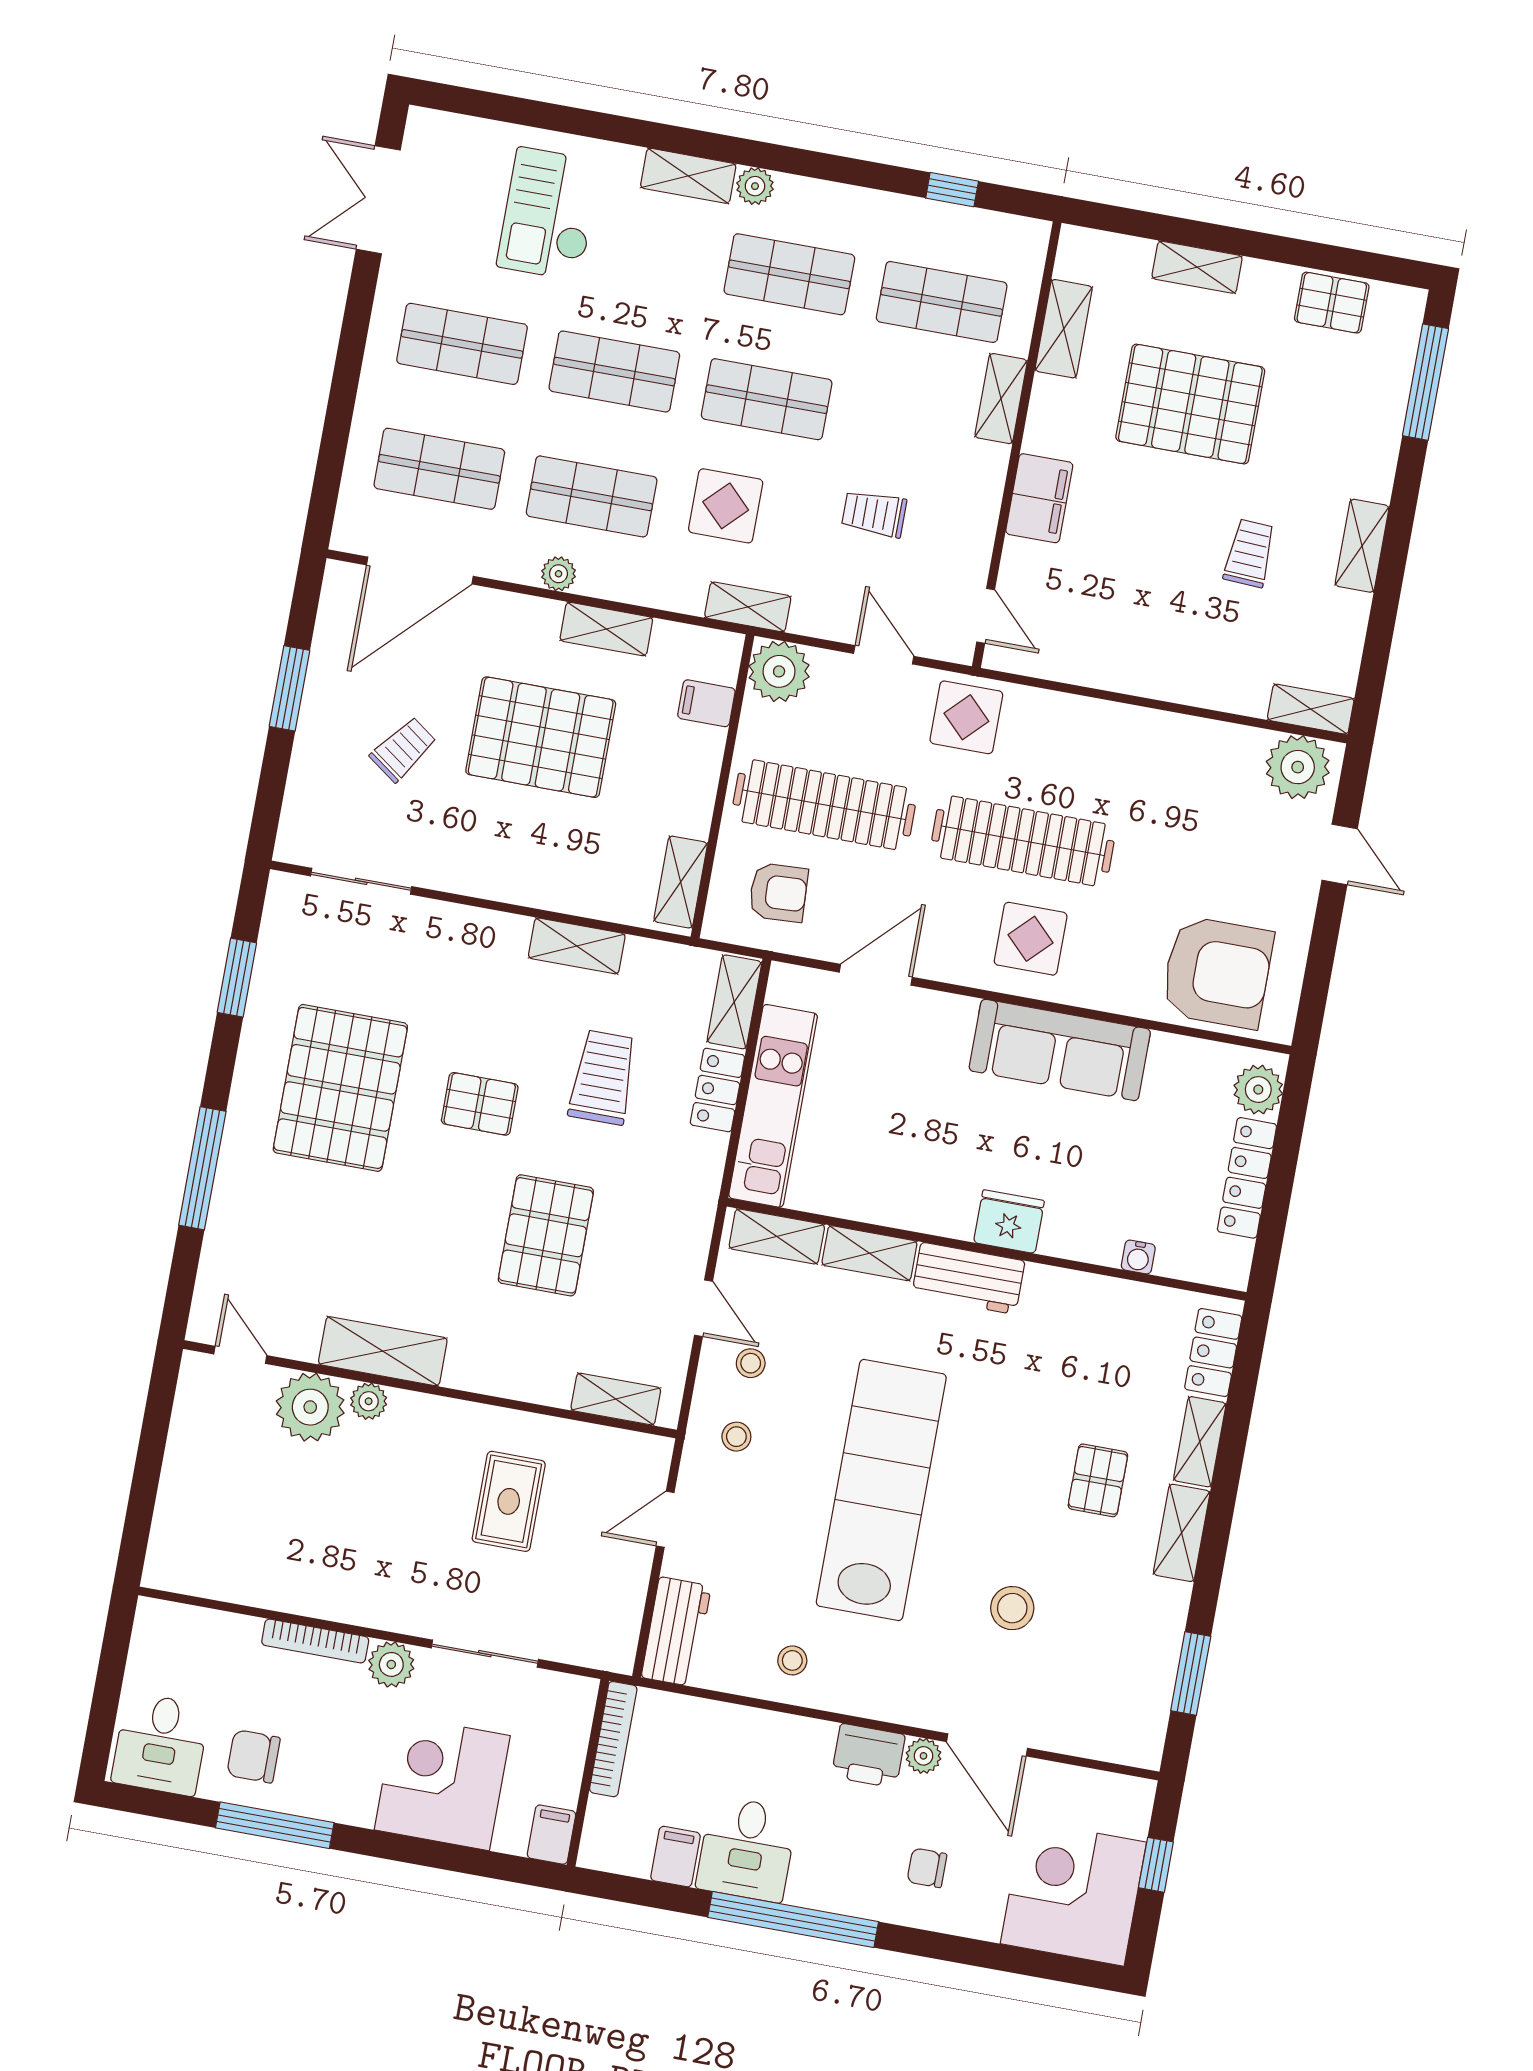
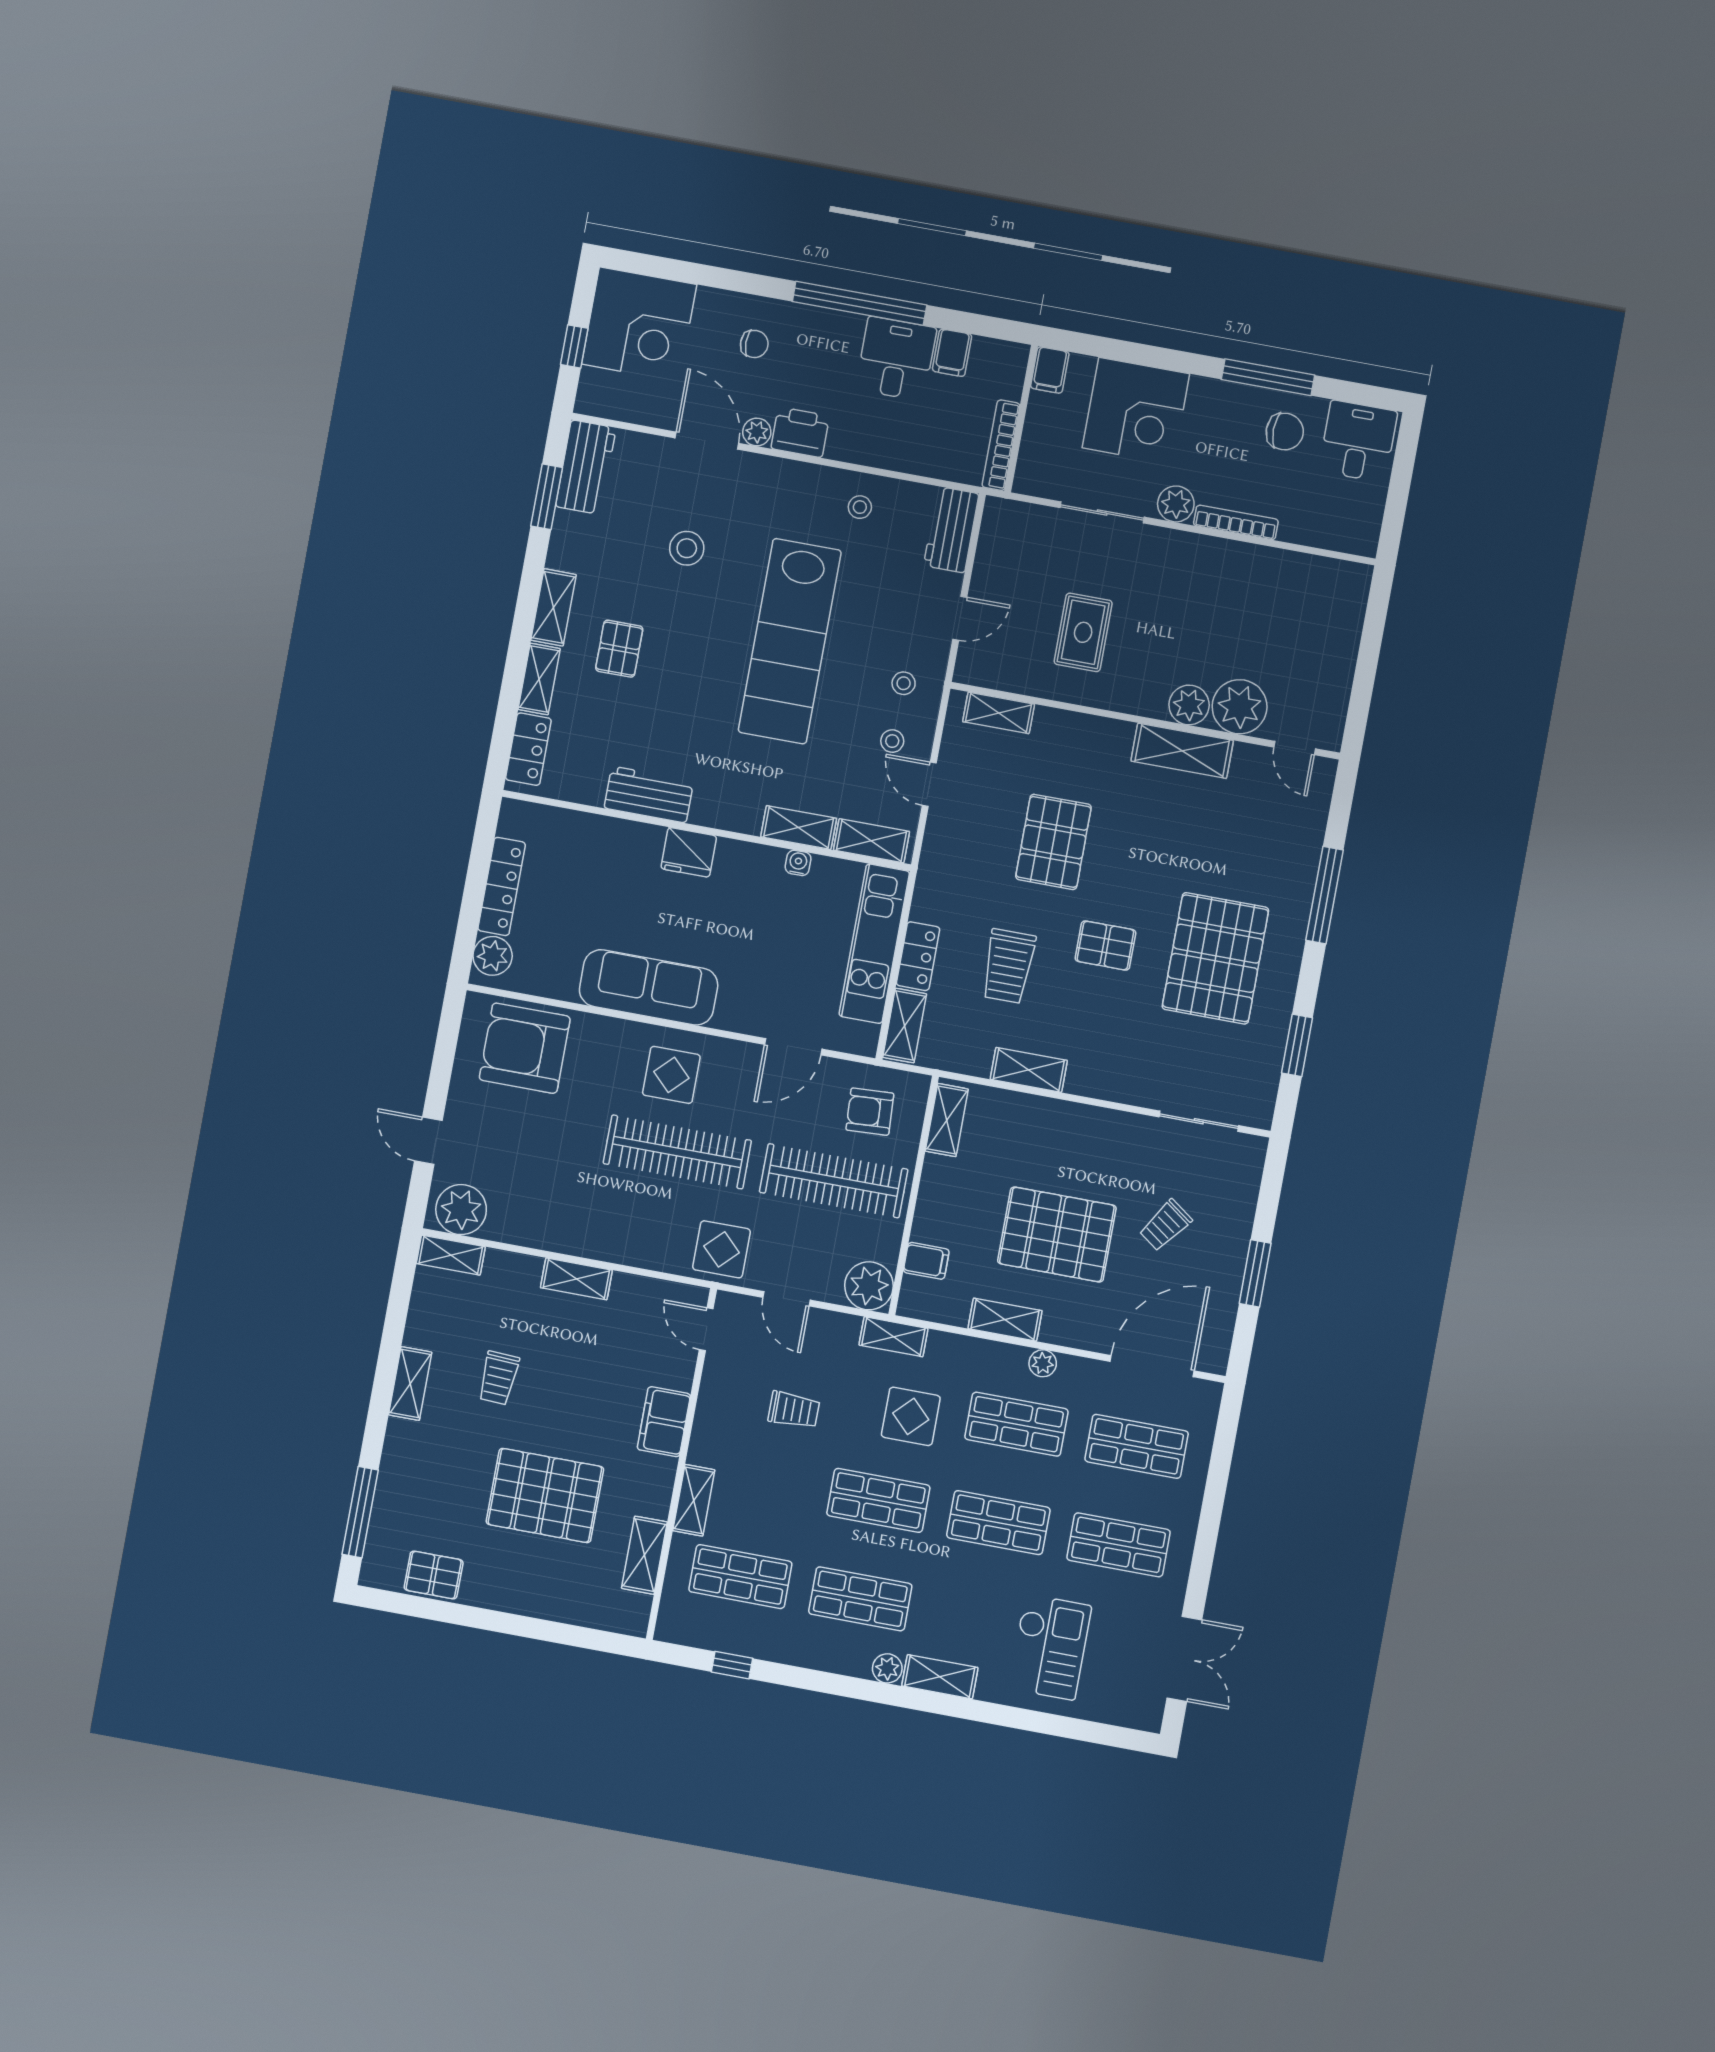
shelving: (1197, 267) -> (576, 1279), moved
water cooler: (1138, 1257) -> (798, 863), moved
workbench: (968, 1278) -> (649, 794), moved
plant: (369, 1401) -> (1189, 705), width x1.38, depth x1.38
workbench: (1141, 1711) -> (586, 467), added

